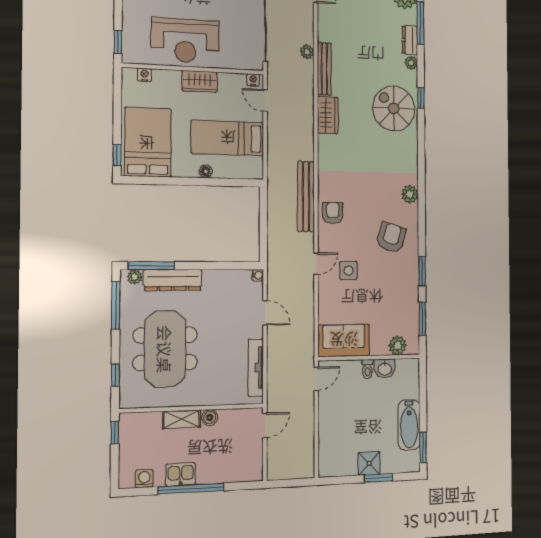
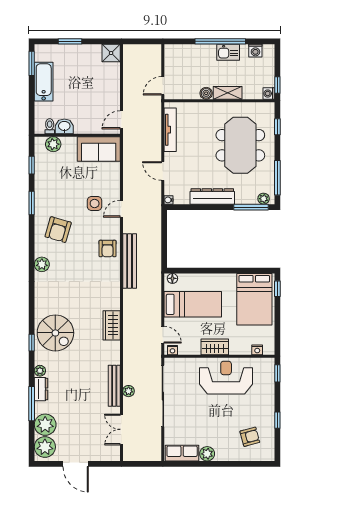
plant: (307, 52) -> (129, 391), moved
bench: (324, 69) -> (114, 386), moved
floor lamp: (206, 171) -> (172, 278), moved
dresser: (173, 280) -> (212, 196), moved
window: (422, 319) -> (32, 165), width x0.67
toilet: (367, 369) -> (50, 126), moved
washing machine: (127, 420) -> (269, 94), added
shower: (369, 463) -> (111, 53), moved

